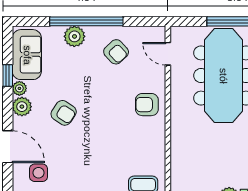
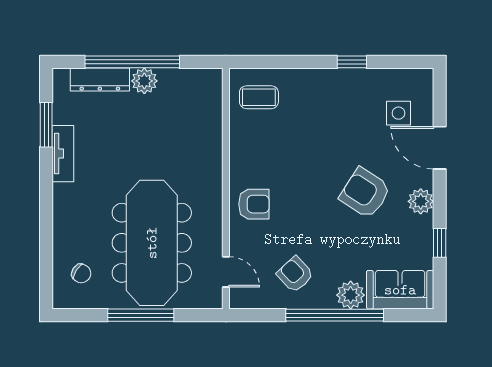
sofa: (27, 55) -> (400, 290), moved, turned 90
plant: (19, 88) -> (424, 226), removed
armchair: (64, 113) -> (365, 193), width x1.38, depth x1.38

